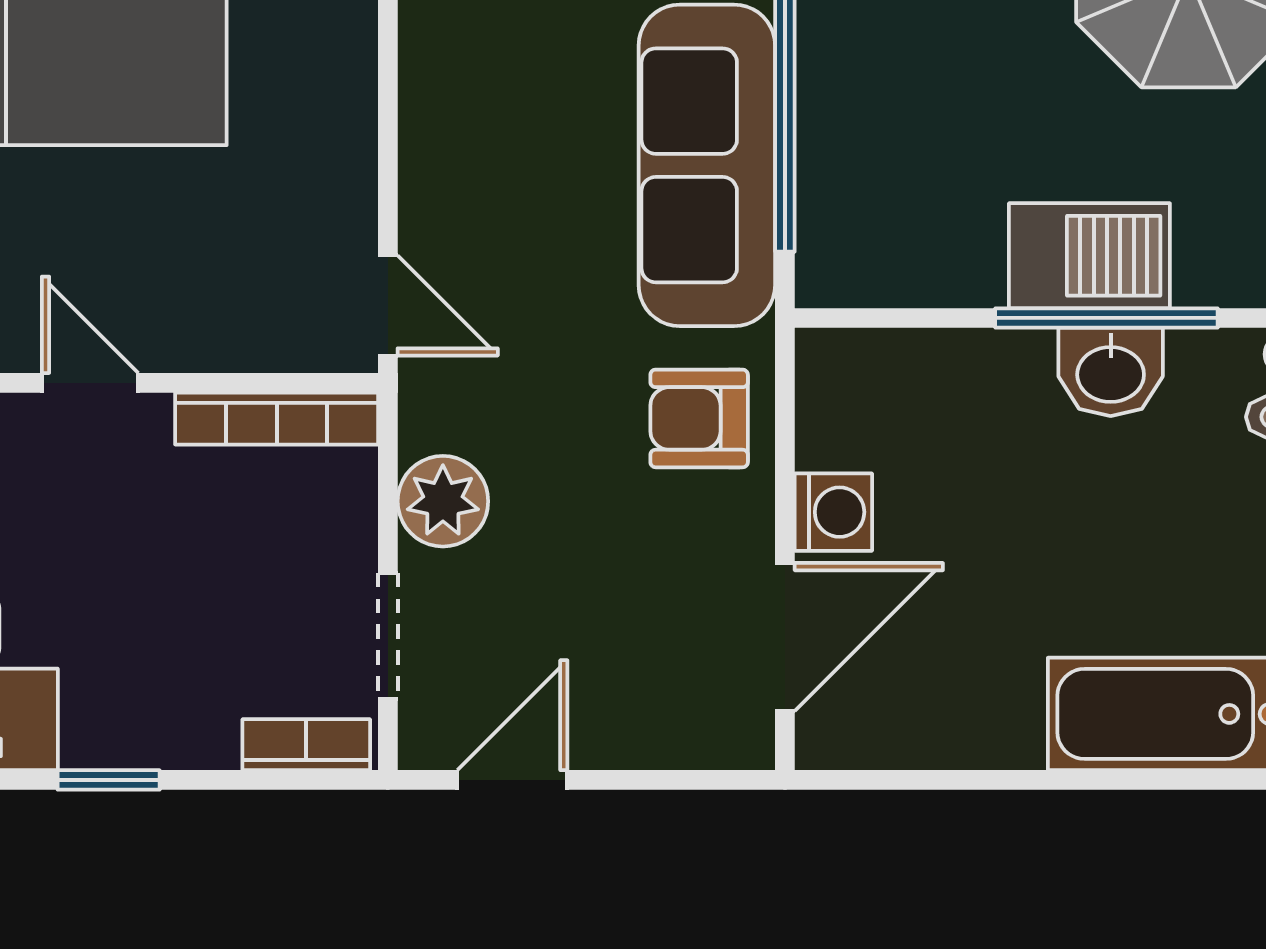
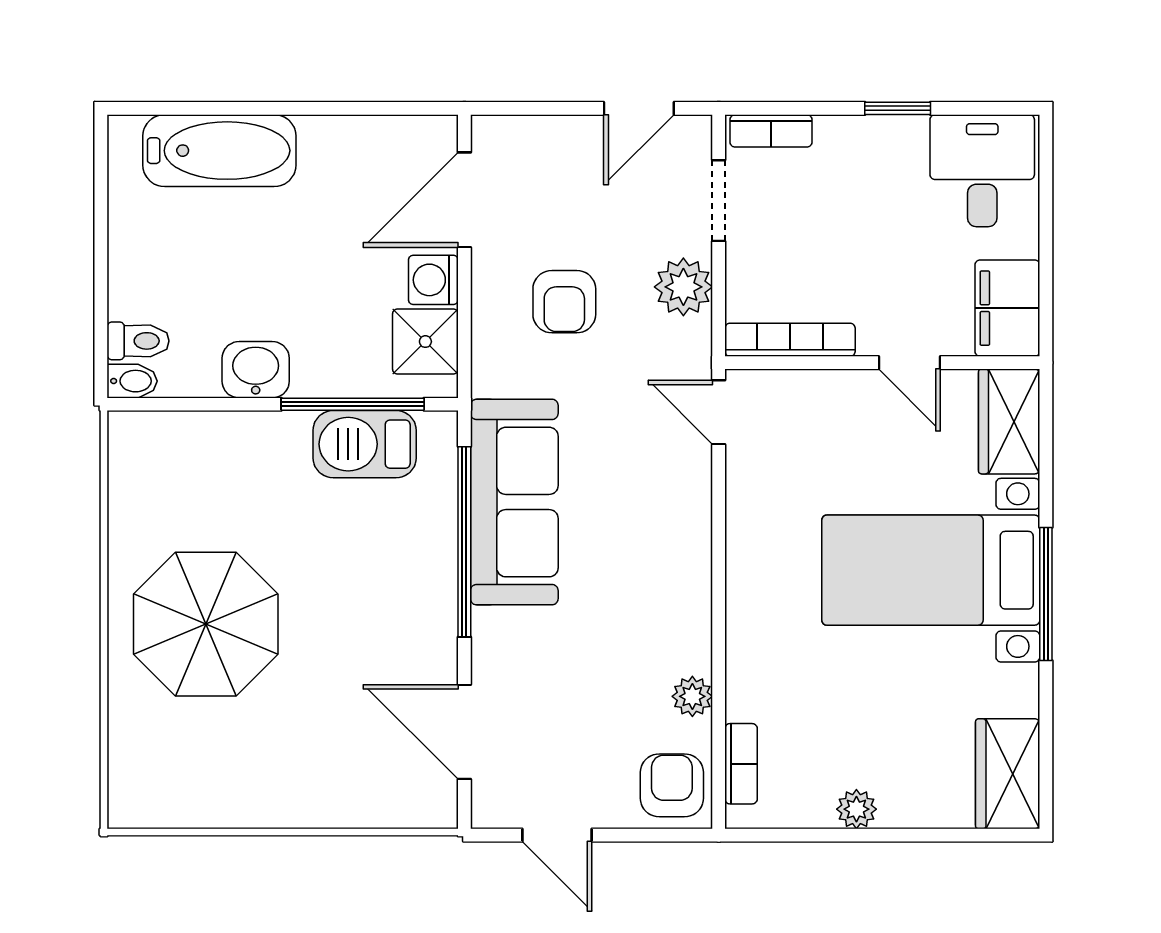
barbecue: (1089, 256) -> (365, 444), moved
window: (1106, 318) -> (353, 404), moved
shower: (846, 416) -> (425, 342), added
armchair: (699, 418) -> (564, 302), moved, turned 90

